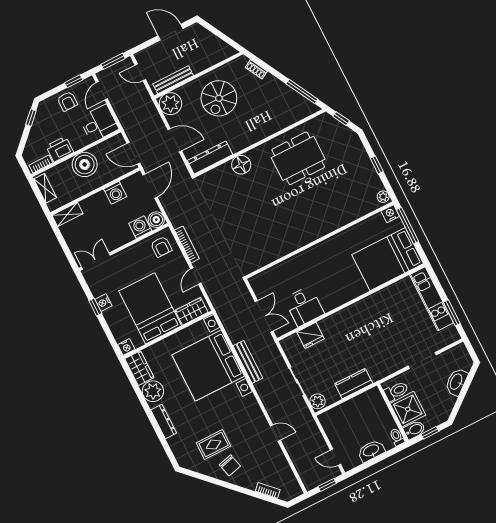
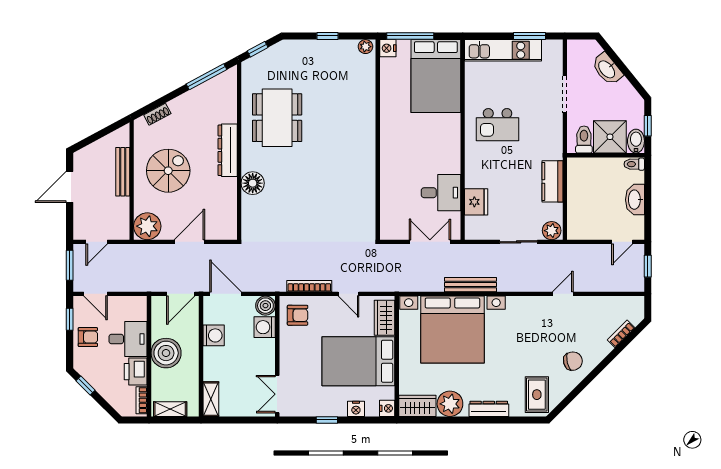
bench: (173, 80) -> (123, 172), moved
spiral stairs: (219, 98) -> (168, 171), turned -90
desk: (99, 123) -> (128, 339), moved, turned 90
dresser: (210, 158) -> (228, 150), moved
nightstand: (103, 303) -> (356, 409), moved
kitchen island: (375, 322) -> (498, 125), added
rug: (214, 445) -> (537, 395), moved

